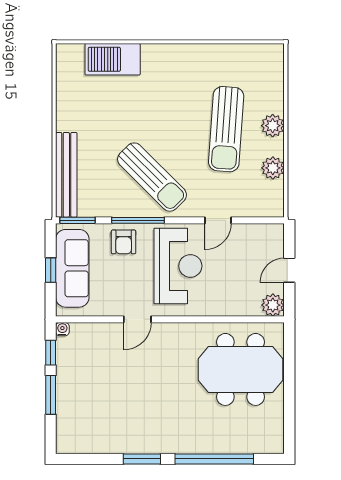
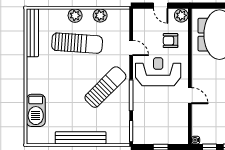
bench: (244, 54) -> (32, 33), added
bench: (66, 175) -> (81, 138), moved
armchair: (124, 242) -> (171, 41), moved, turned 180
sofa: (72, 268) -> (160, 134), removed

